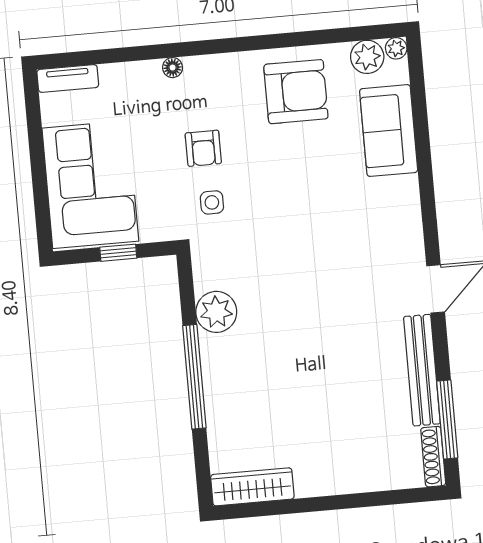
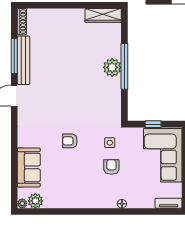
armchair: (296, 92) -> (70, 141), moved, width x0.53, depth x0.53
plant: (216, 312) -> (112, 67), moved
window: (447, 419) -> (14, 56), moved

